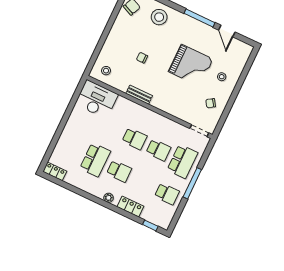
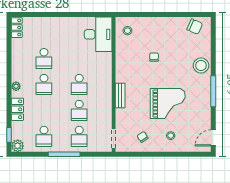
stool: (159, 17) -> (201, 65), moved
door: (227, 31) -> (213, 138), moved
grand piano: (191, 65) -> (168, 103), turned -90
bench: (139, 95) -> (120, 95), moved
school desk: (95, 160) -> (44, 58), width x0.54
school desk: (182, 161) -> (79, 136), width x0.54
plant: (164, 222) -> (18, 146), added

